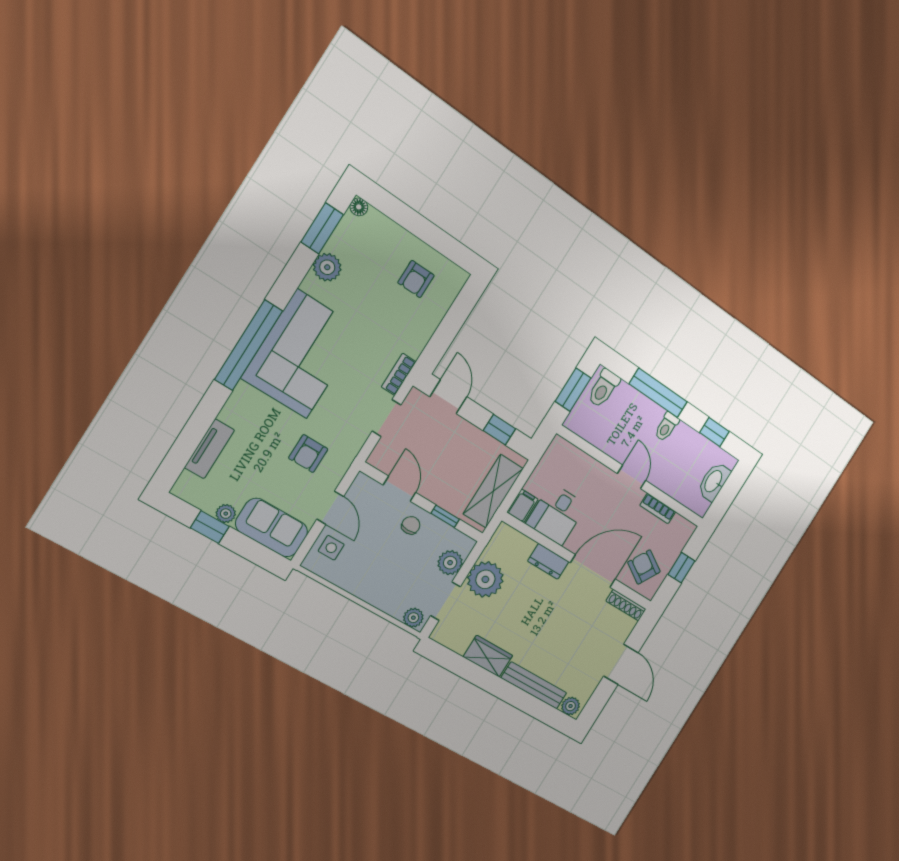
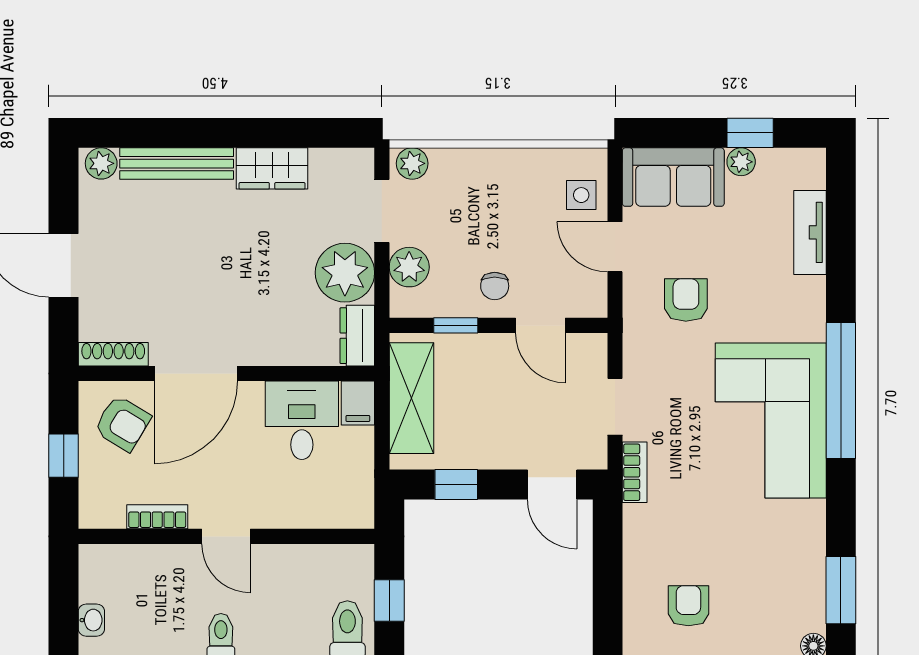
plant: (327, 267) -> (806, 547), removed
window: (573, 390) -> (389, 600), width x0.67
washbasin: (714, 482) -> (91, 620), width x0.52, depth x0.69
dresser: (548, 561) -> (357, 336), moved, turned -90

